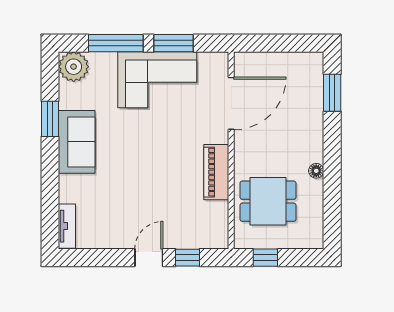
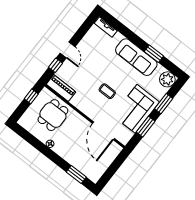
window: (116, 43) -> (164, 104), width x0.69
sofa: (77, 142) -> (136, 57), width x1.36
coffee table: (165, 146) -> (107, 91), added
piano: (216, 172) -> (61, 88), moved

